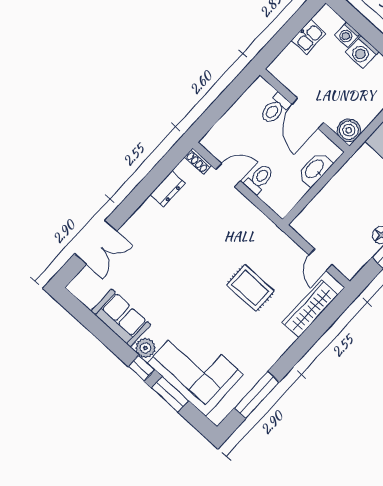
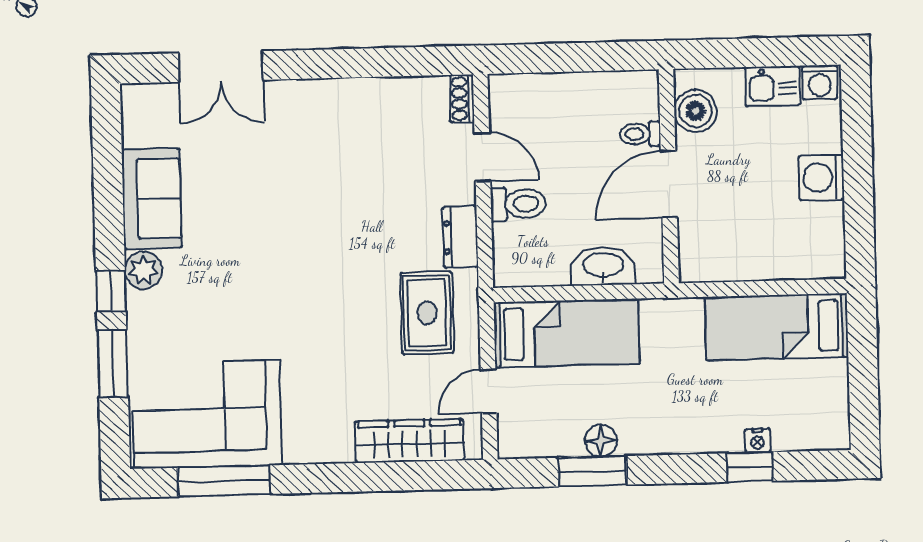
washing machine: (347, 35) -> (820, 82), moved, turned -90
toilet: (275, 109) -> (640, 134), width x0.73, depth x0.72
boiler: (349, 130) -> (696, 111), moved
dresser: (167, 189) -> (460, 237), moved, turned 90
bed: (327, 208) -> (566, 333), added
rug: (250, 288) -> (427, 313), moved
corner sofa: (195, 369) -> (207, 414), moved, turned -90

